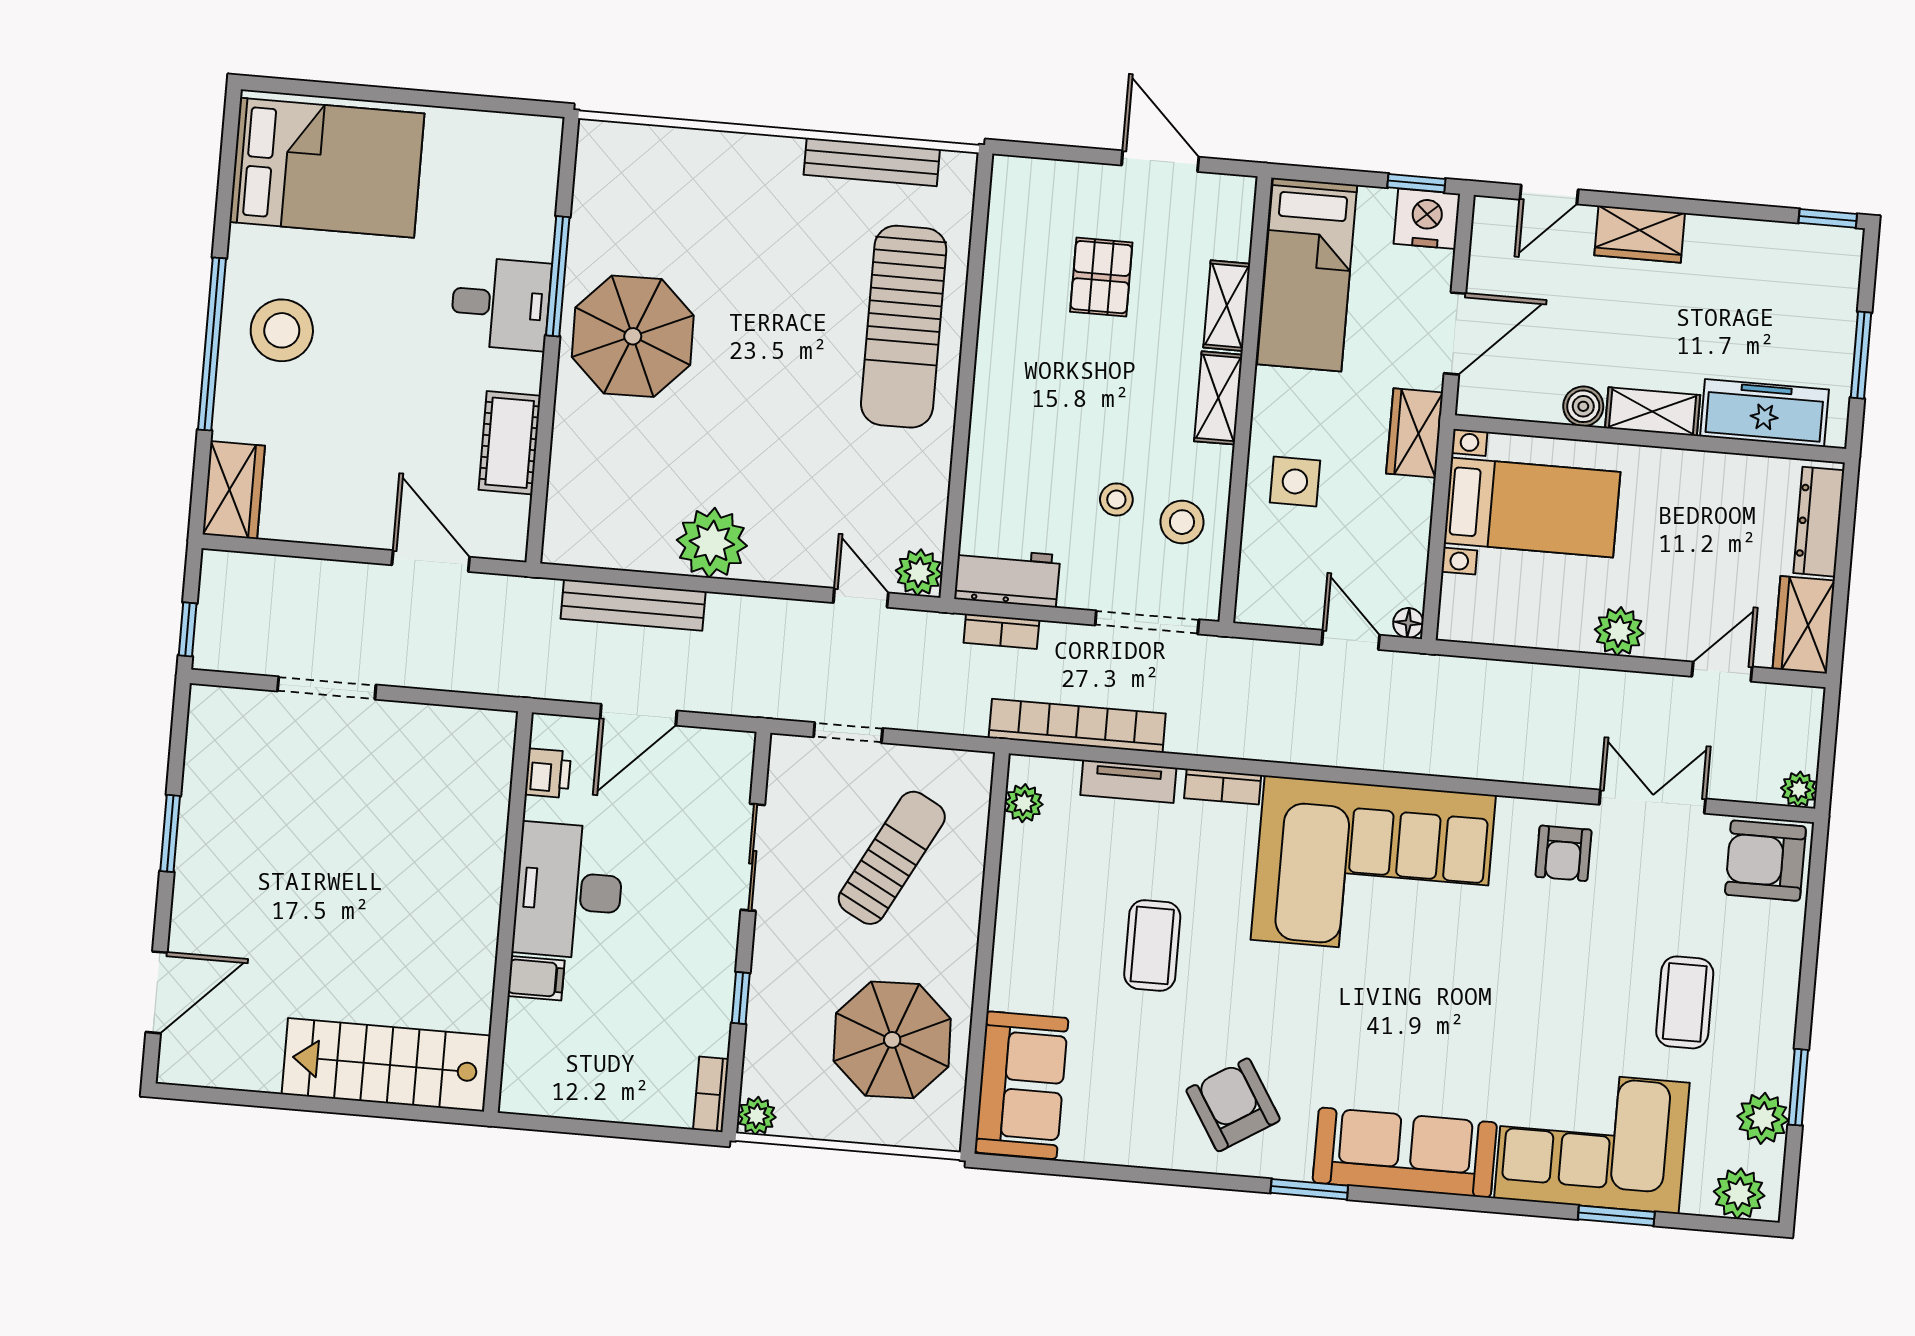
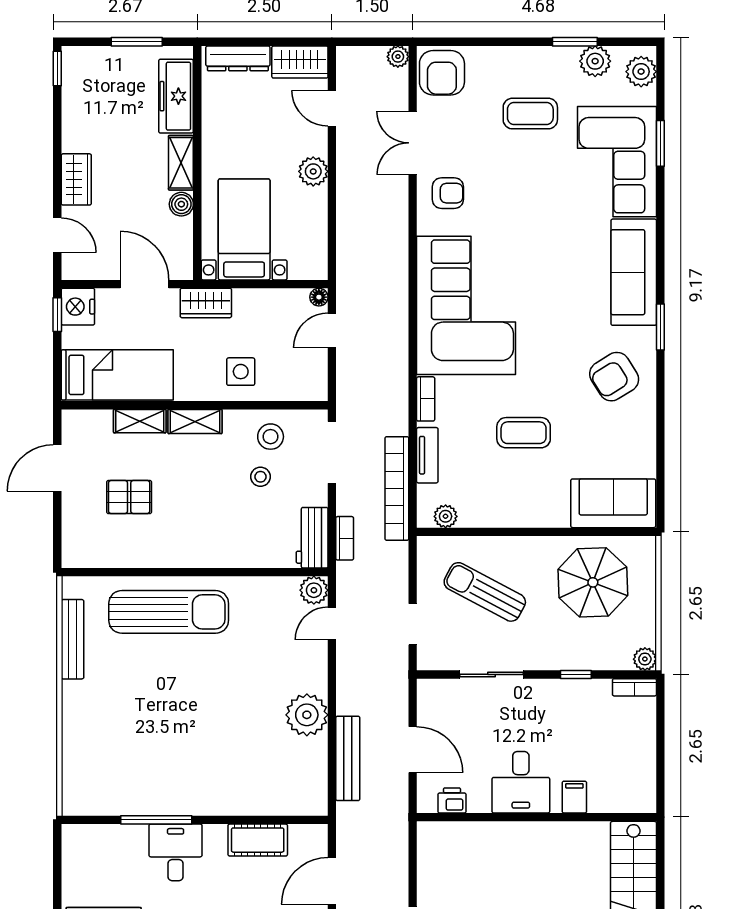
parasol: (633, 336) -> (188, 772), removed
desk: (569, 891) -> (521, 782), width x0.73

